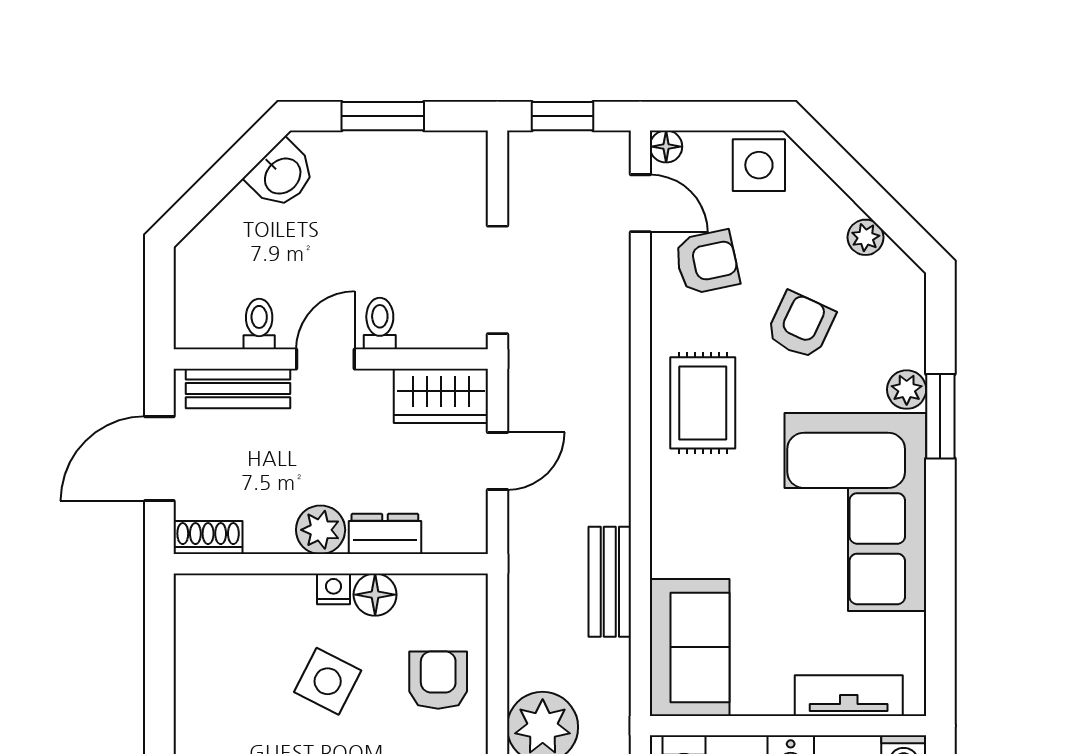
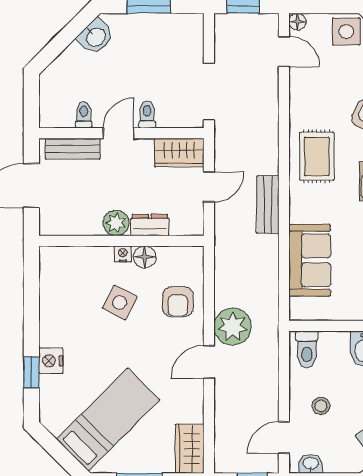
armchair: (707, 262) -> (319, 82), removed
shoe rack: (208, 538) -> (57, 227), removed
bench: (610, 582) -> (268, 204), moved
sofa: (690, 647) -> (310, 260), moved
armchair: (438, 680) -> (178, 302), turned 180

